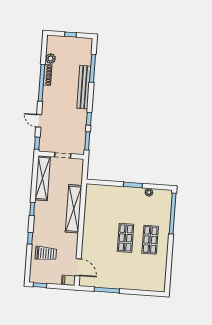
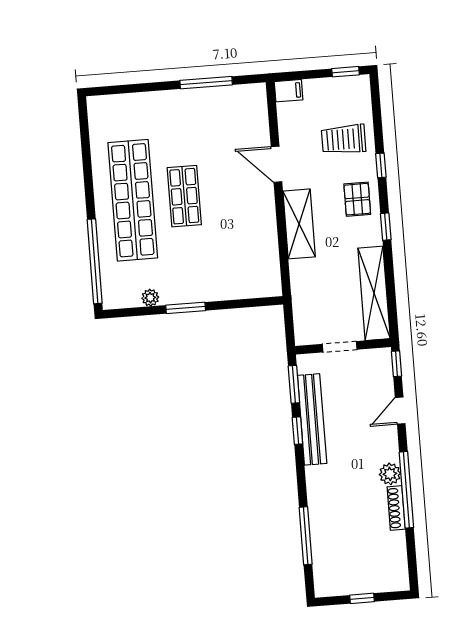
plant: (51, 59) -> (390, 474), moved
bench: (84, 87) -> (312, 419), moved
door: (39, 121) -> (400, 411), swing flipped
shelving: (74, 209) -> (299, 224), width x0.68
pallet: (44, 224) -> (357, 199), added
shop shelf: (150, 240) -> (133, 200), width x2.00, depth x1.36
door: (78, 267) -> (276, 164), moved

